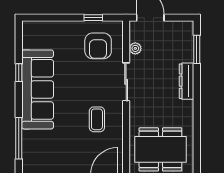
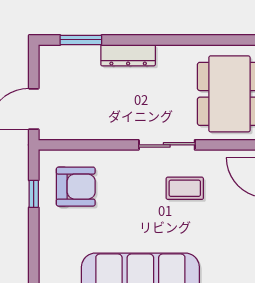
plant: (135, 48) -> (79, 131), removed
sliding door: (126, 82) -> (167, 145), moved

